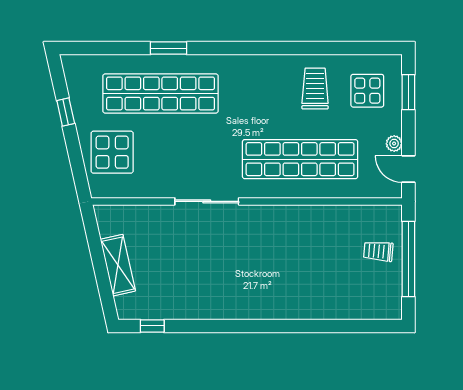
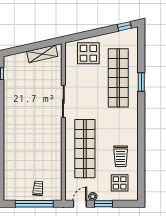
trolley: (315, 89) -> (121, 156), turned 90
window: (408, 92) -> (104, 204), moved
window: (66, 112) -> (124, 26), moved
shelving: (118, 265) -> (42, 54), moved

